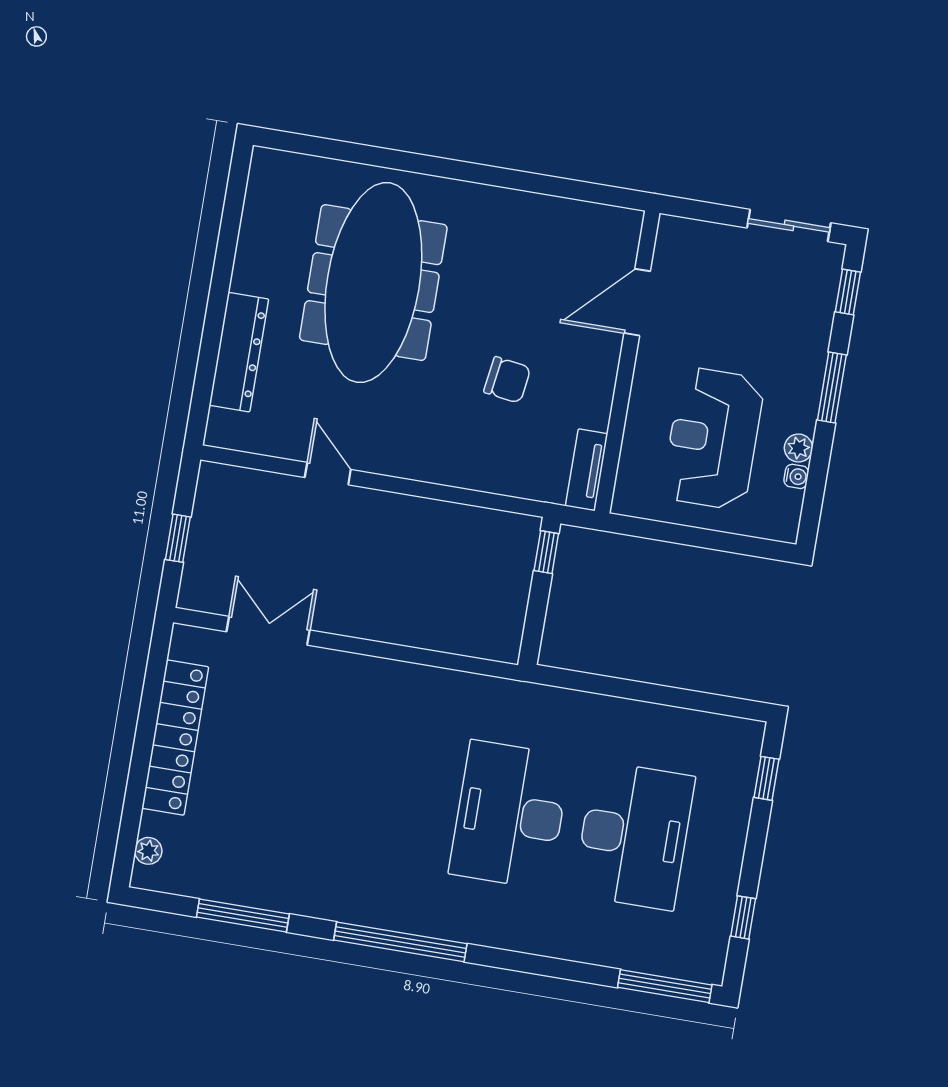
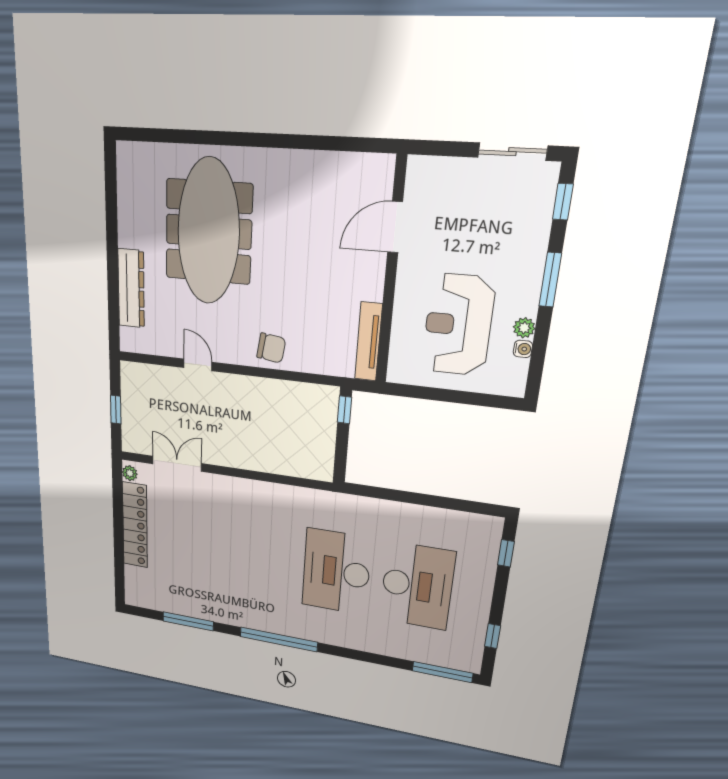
chair: (507, 380) -> (271, 348), moved
tv unit: (587, 470) -> (368, 342), width x1.41
plant: (148, 851) -> (130, 473), moved

